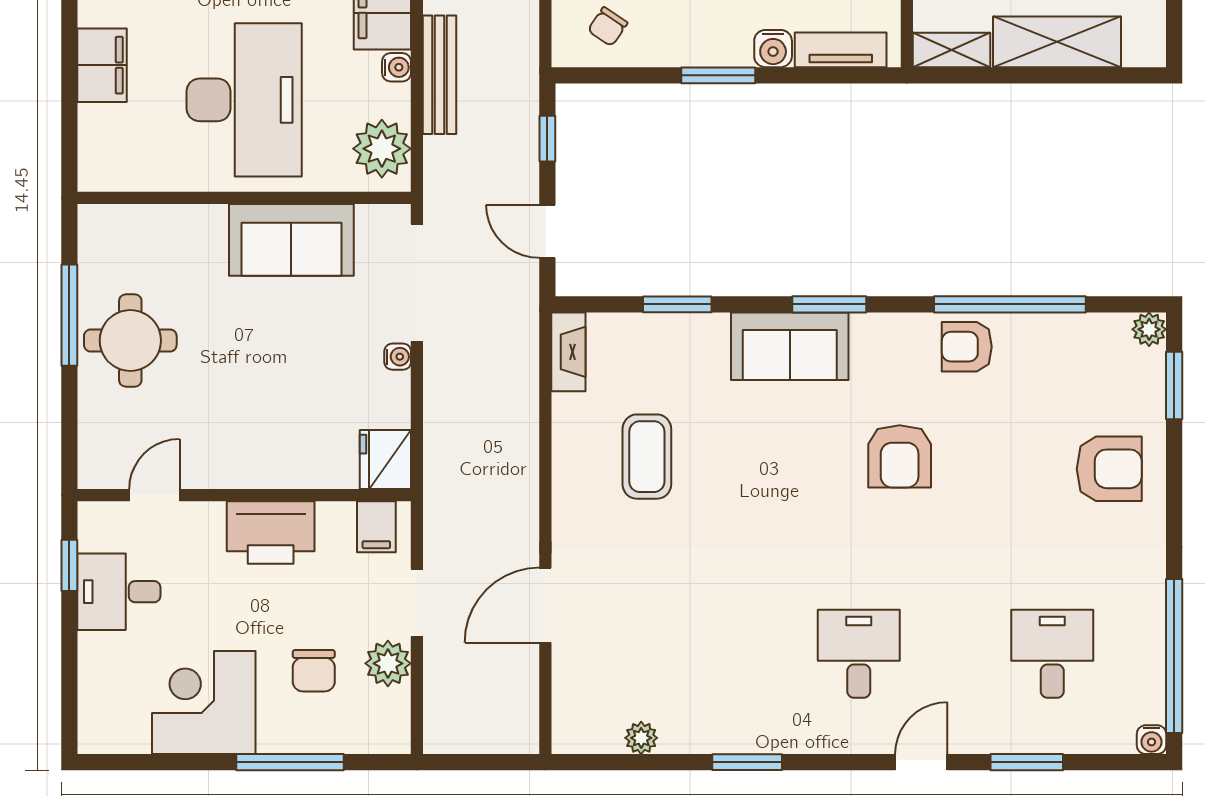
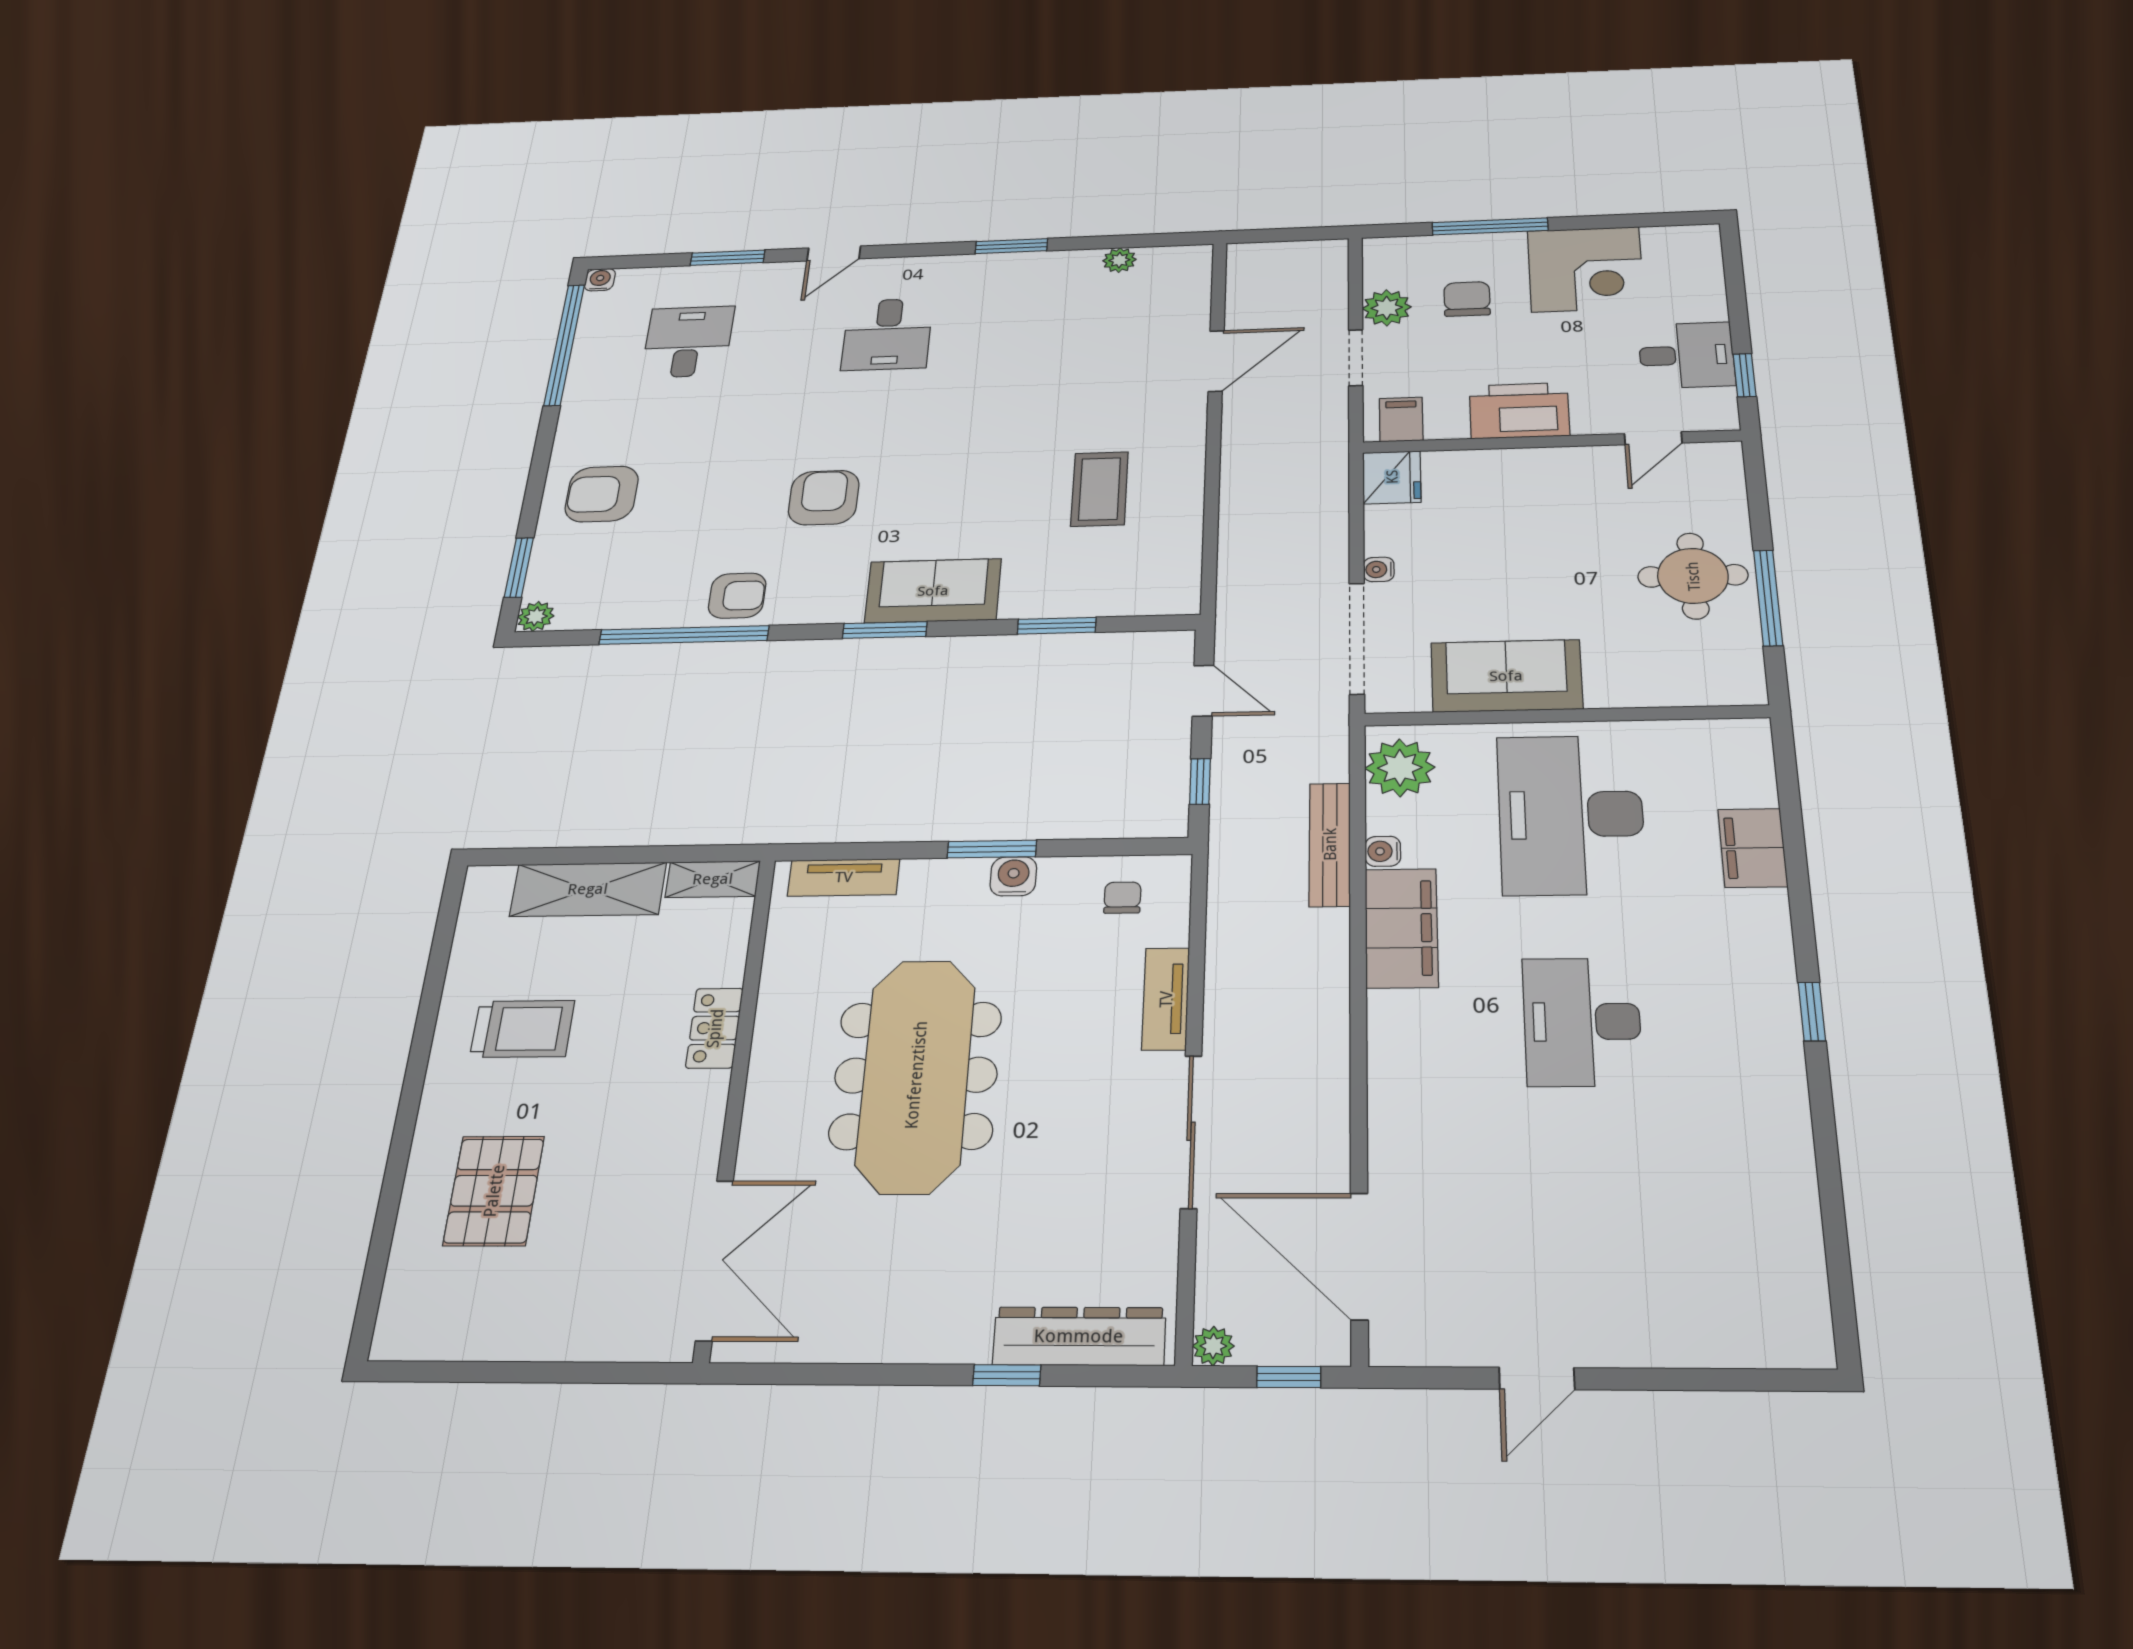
chair: (608, 27) -> (1122, 898), turned -34
water cooler: (773, 49) -> (1013, 876), moved
fireplace: (568, 352) -> (1183, 579), removed
desk: (1052, 654) -> (688, 342), turned 180

